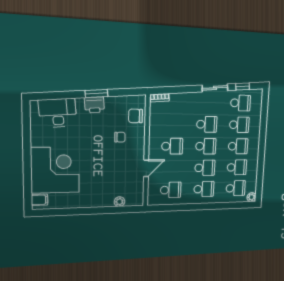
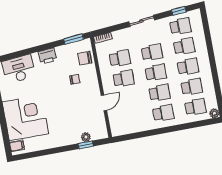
sliding door: (215, 88) -> (142, 21), moved
window: (96, 94) -> (74, 39), moved
school desk: (171, 190) -> (120, 58), moved
window: (118, 210) -> (86, 145), added

